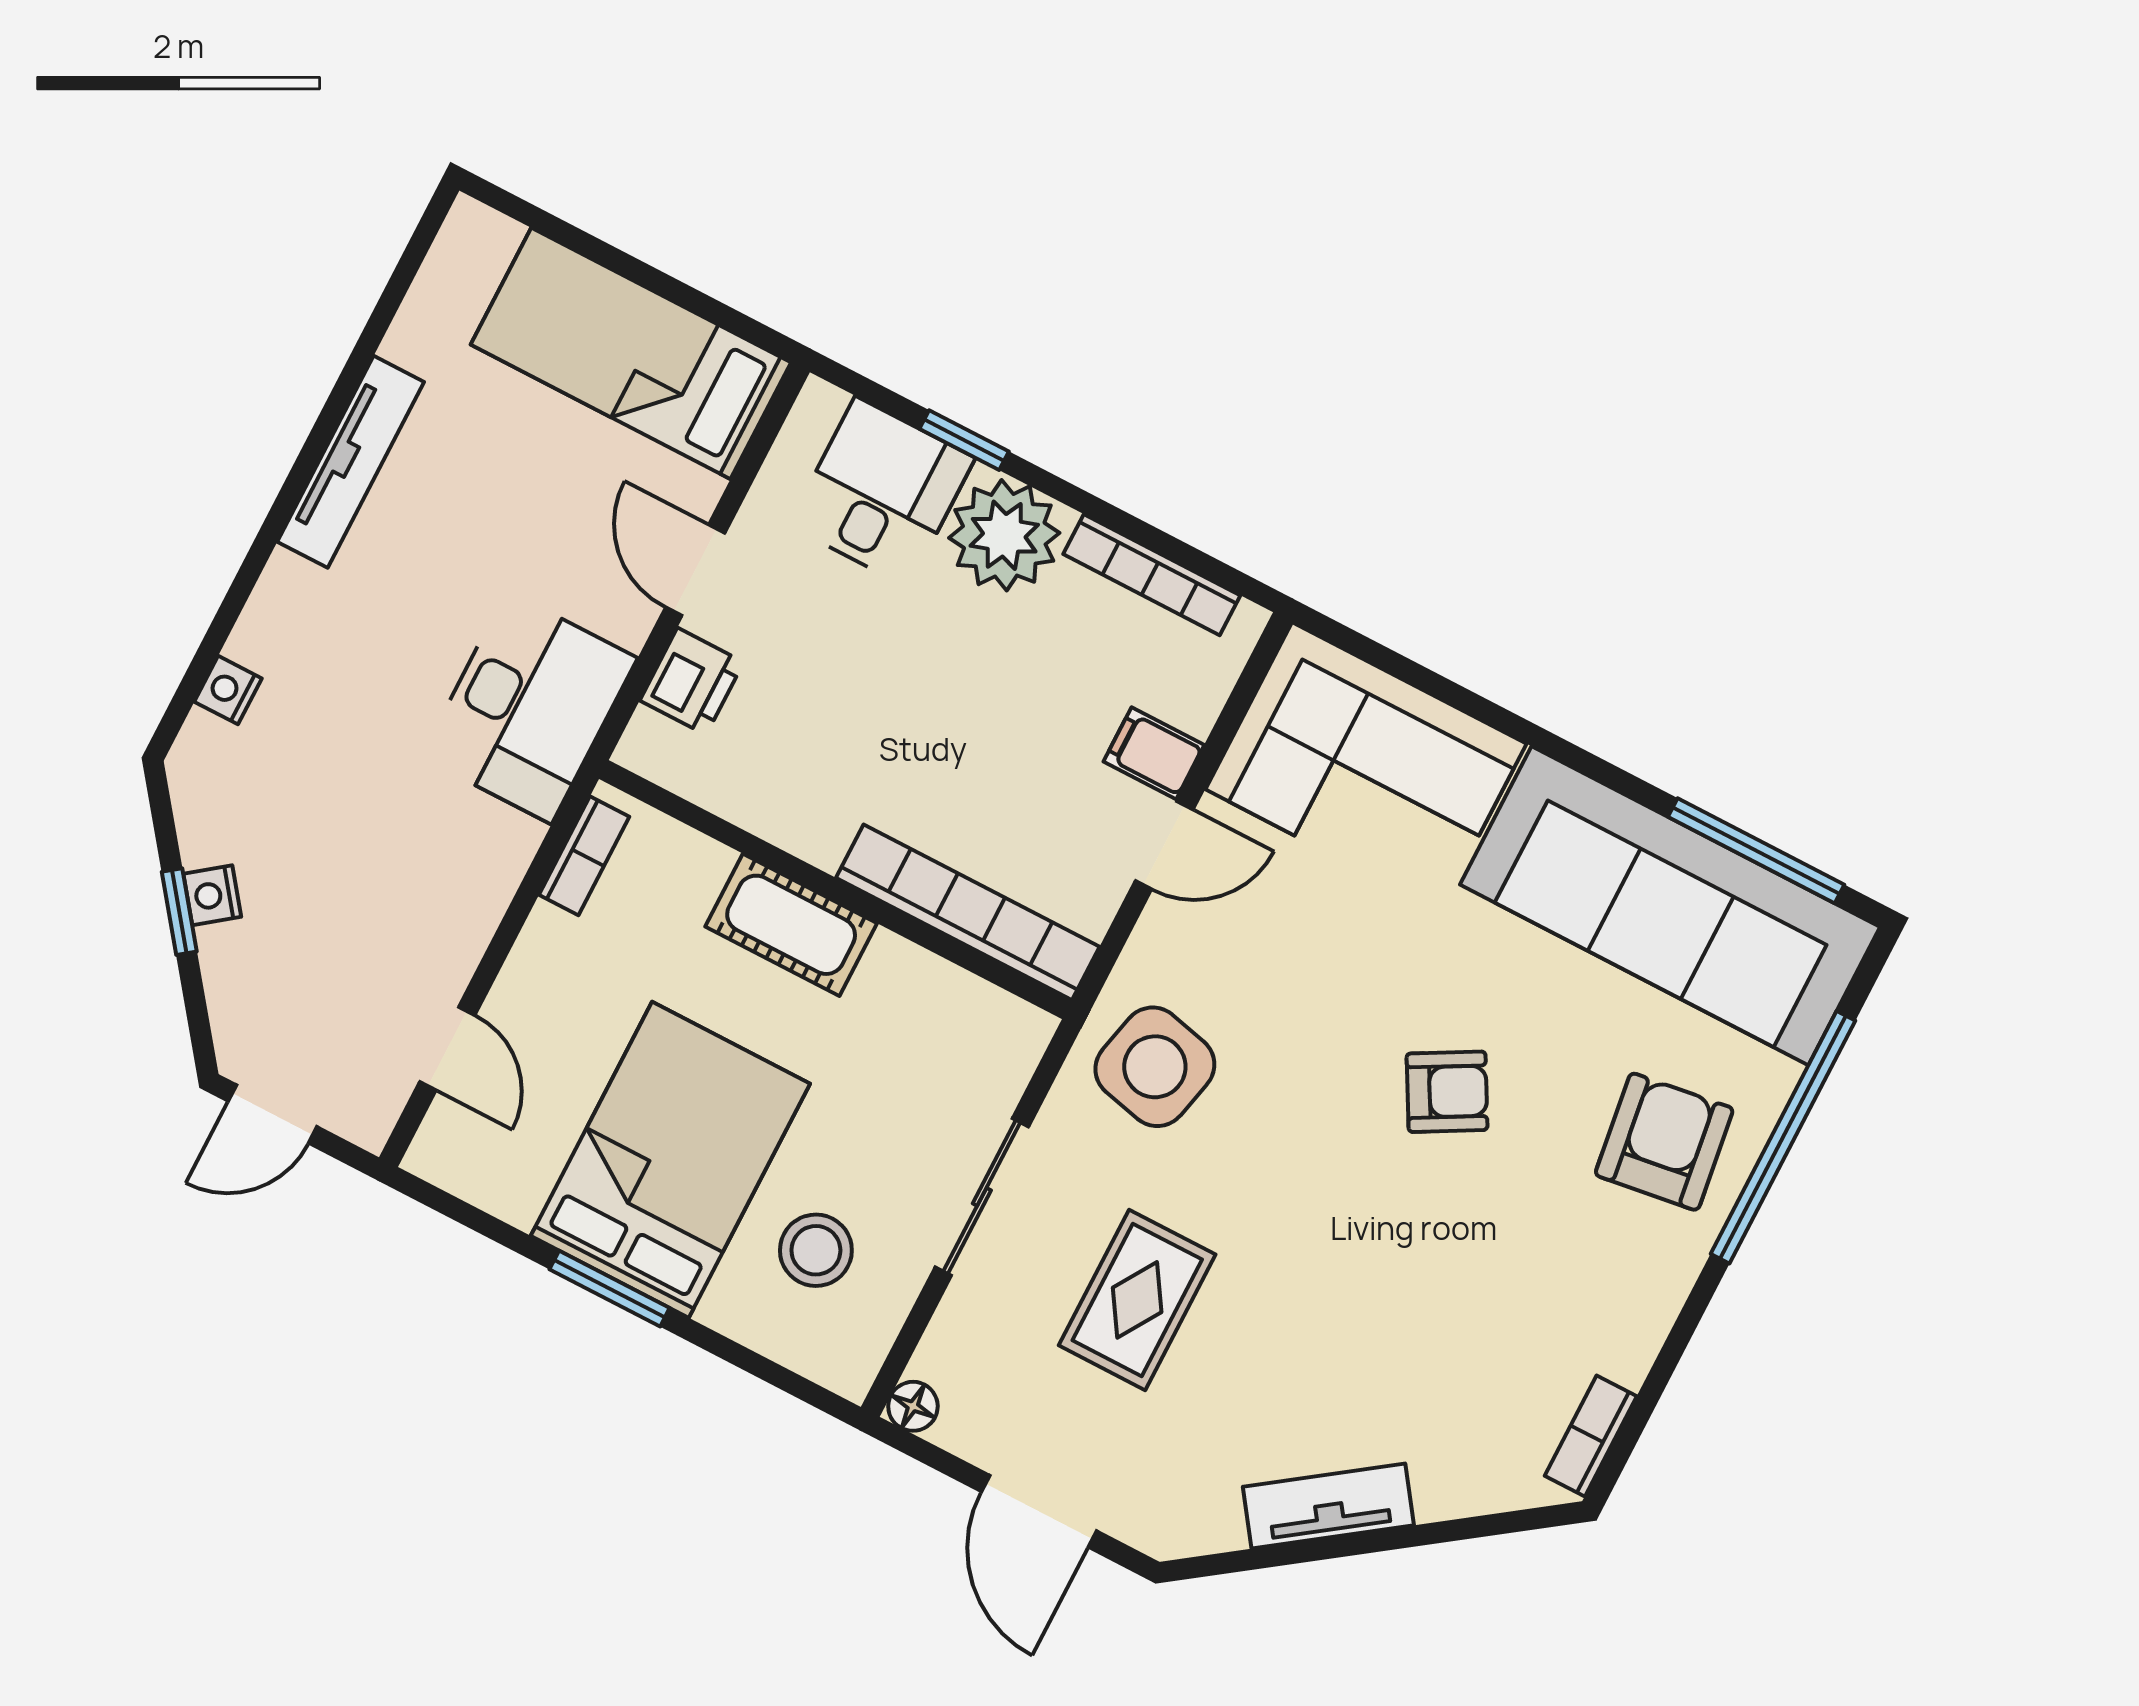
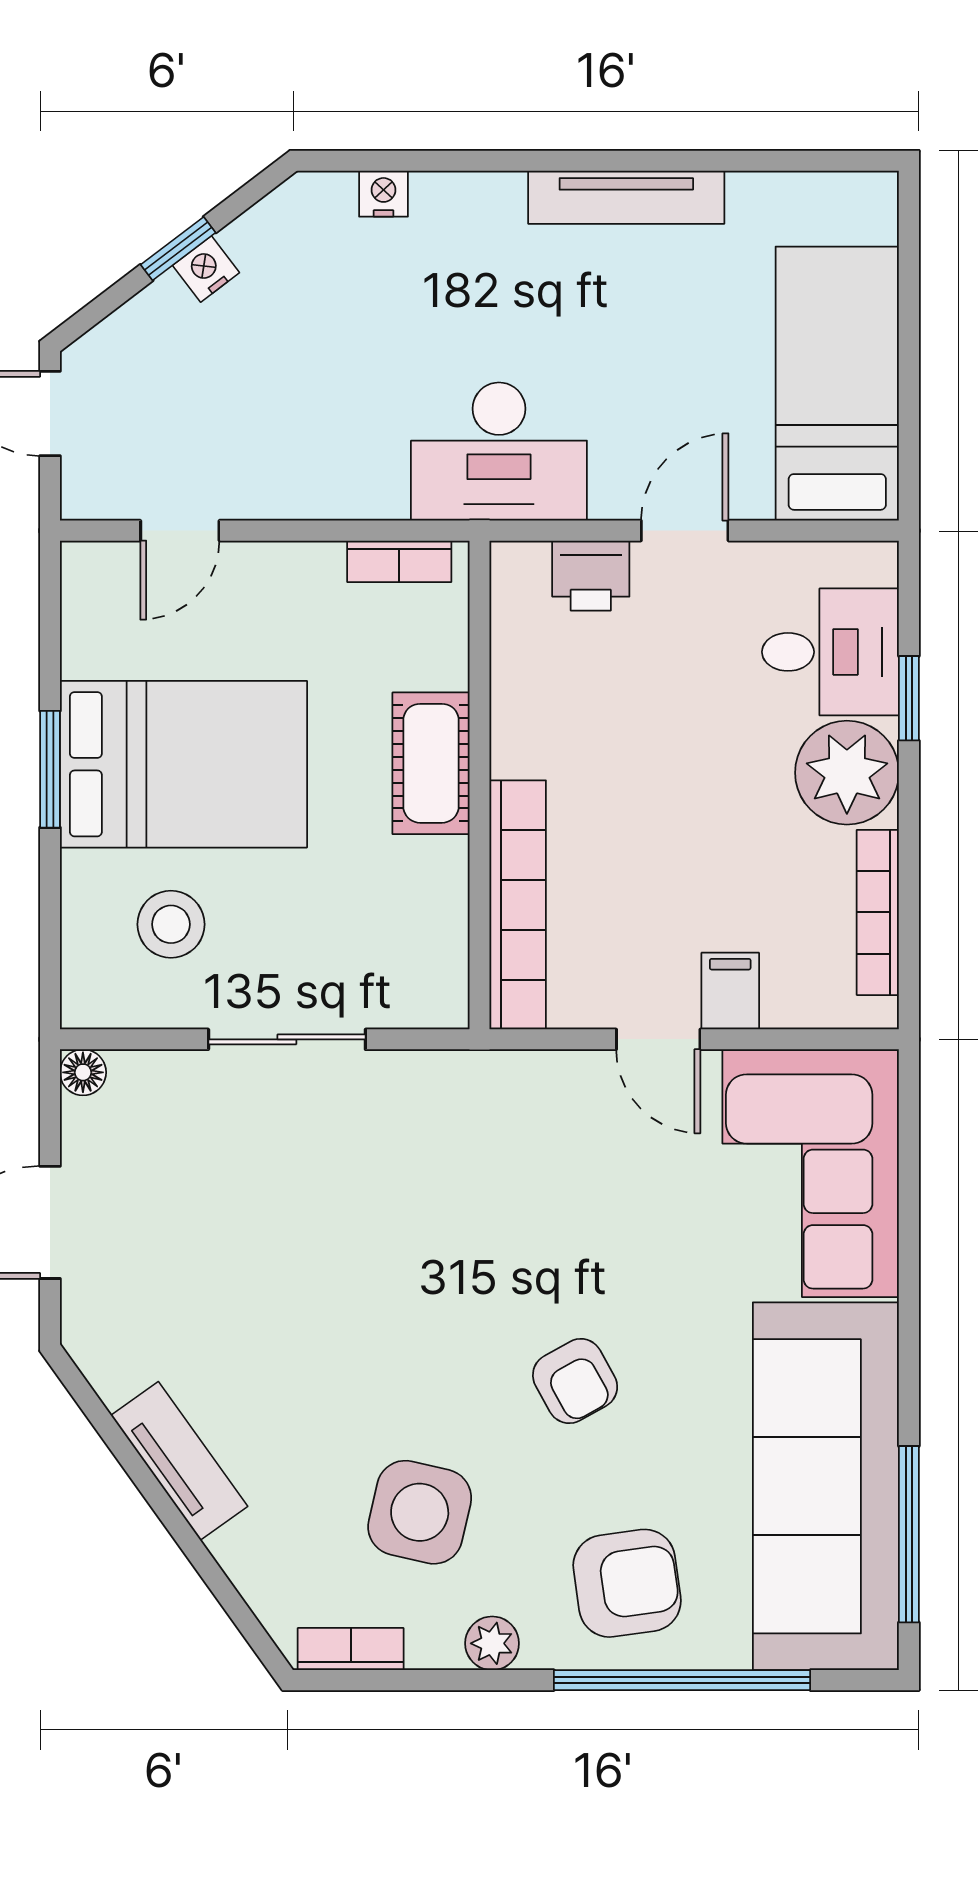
side table: (1155, 1067) -> (420, 1512), moved
plant: (1655, 1299) -> (492, 1643), added
rug: (1137, 1300) -> (268, 1213), removed

